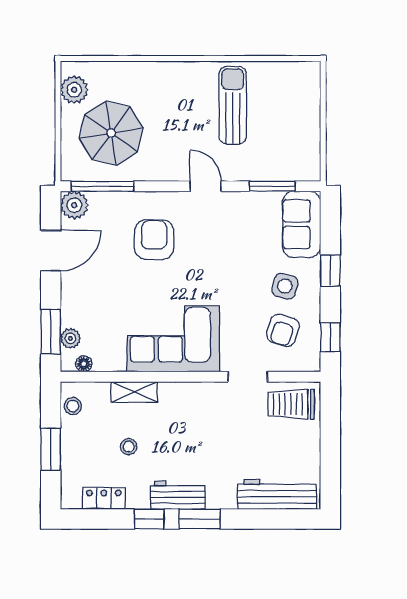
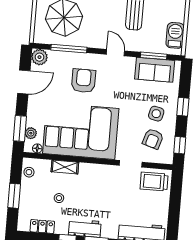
barbecue: (306, 148) -> (175, 35), added
window: (103, 186) -> (69, 49), moved
sofa: (302, 224) -> (155, 70), moved, turned -90
corner sofa: (173, 339) -> (81, 131), width x1.36, depth x1.36

